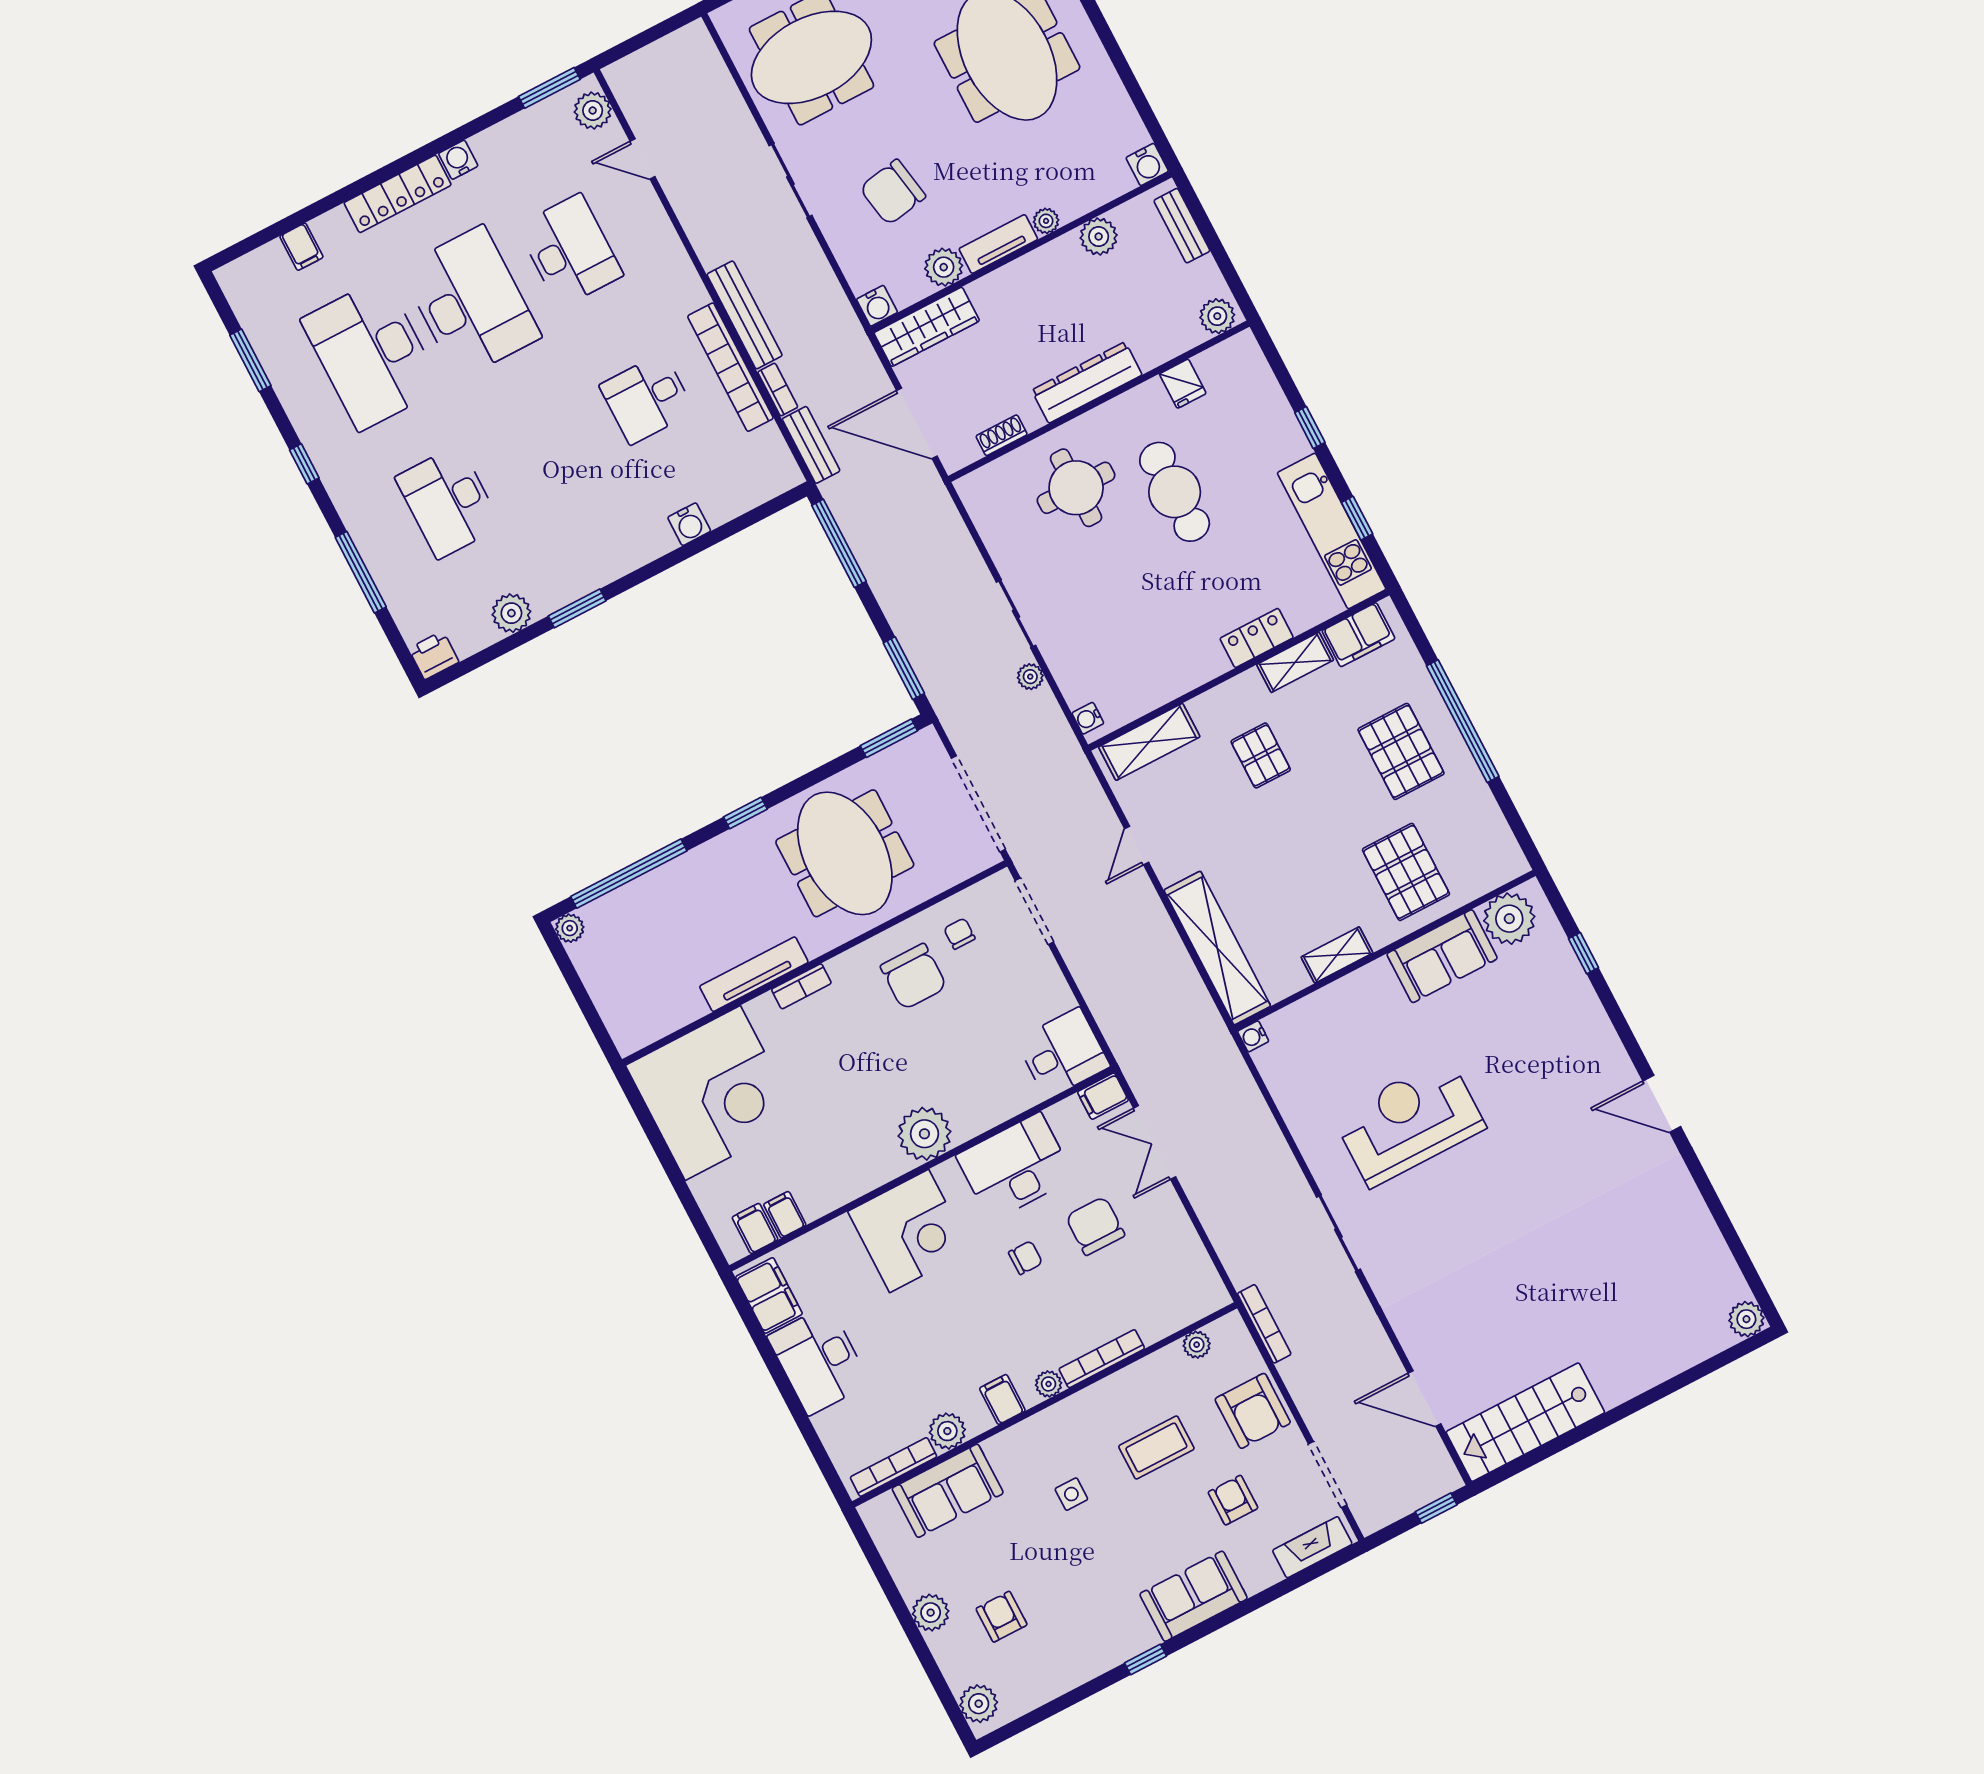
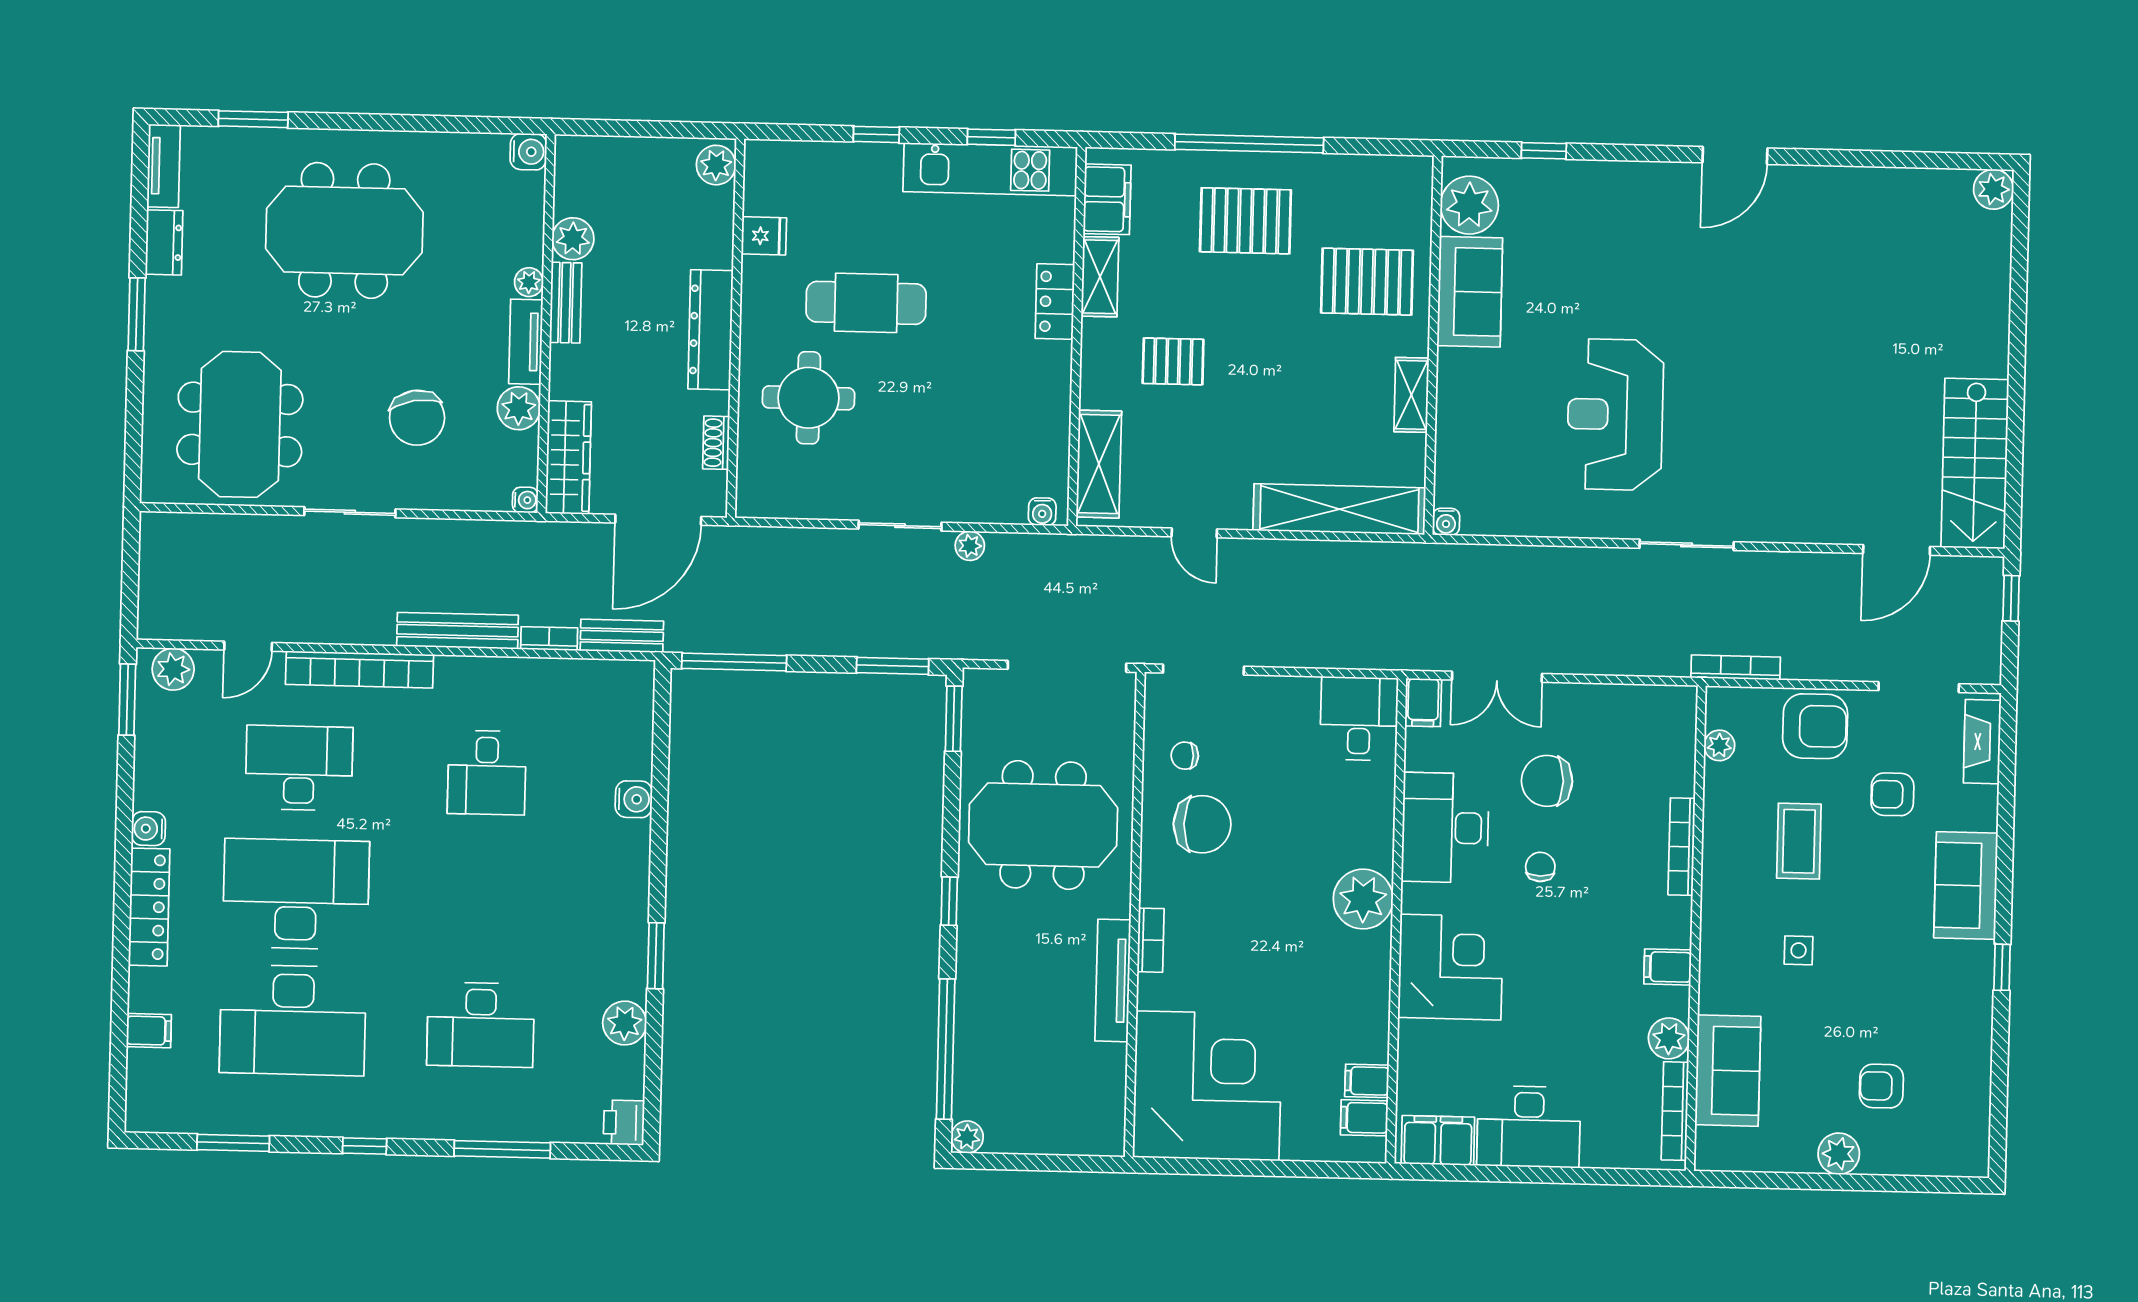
bench: (1182, 226) -> (566, 303), moved, turned 90
water cooler: (877, 306) -> (525, 500), width x0.72, depth x0.72
bookcase: (730, 367) -> (359, 670), moved
plant: (1049, 1384) -> (1677, 913), removed
plant: (979, 1704) -> (1955, 1156), removed

